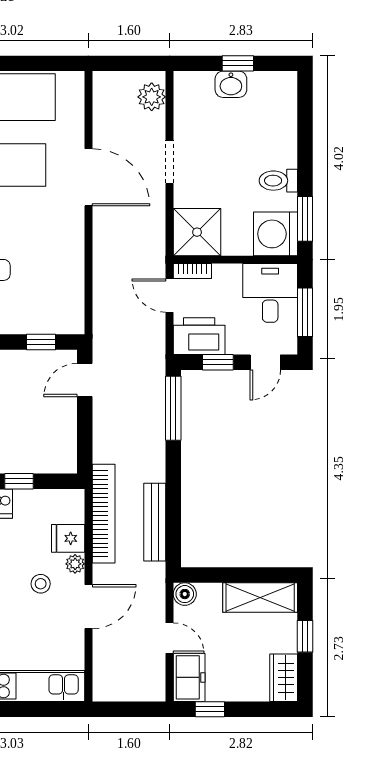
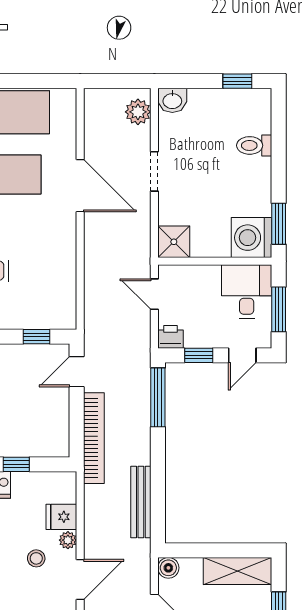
window: (238, 63) -> (237, 81), moved
washbasin: (231, 84) -> (172, 100), moved
toilet: (278, 181) -> (254, 145), moved
shower: (197, 232) -> (174, 242), width x0.73, depth x0.73
bookcase: (192, 271) -> (175, 272), removed
printer: (199, 336) -> (170, 337), width x0.53, depth x0.68
bookcase: (104, 514) -> (94, 438), moved

